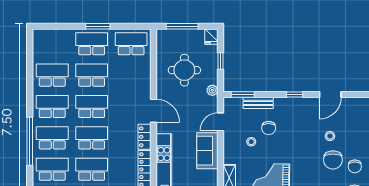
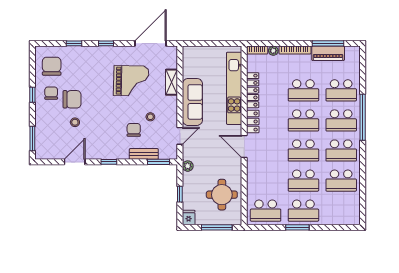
round table: (184, 70) -> (222, 195), moved
sofa: (207, 151) -> (192, 102), width x1.36
chair: (333, 160) -> (72, 99), turned 90

